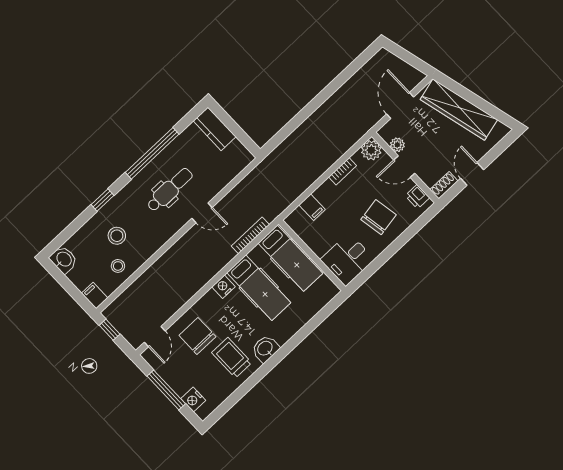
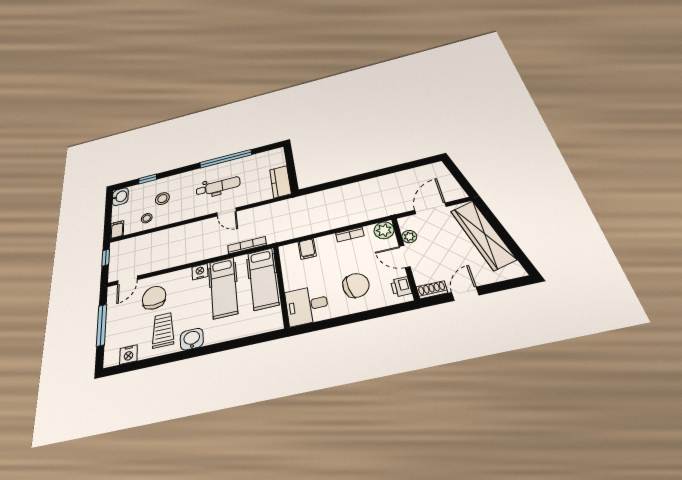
kitchen counter: (215, 129) -> (280, 182), moved
window: (103, 200) -> (148, 179), moved
nightstand: (193, 400) -> (129, 355), moved, turned -90

